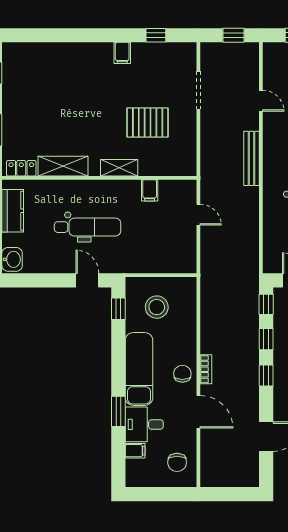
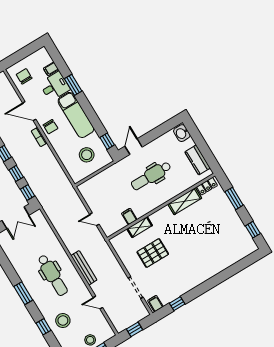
filing cabinet: (122, 53) -> (155, 304), moved
shelving: (119, 168) -> (140, 227), moved
door: (87, 280) -> (134, 147), swing flipped

